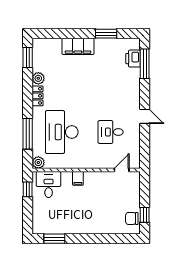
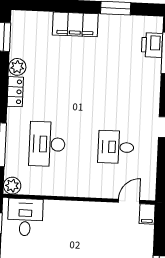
desk: (62, 132) -> (47, 144), width x0.73, depth x0.77
filing cabinet: (78, 178) -> (147, 214), moved

